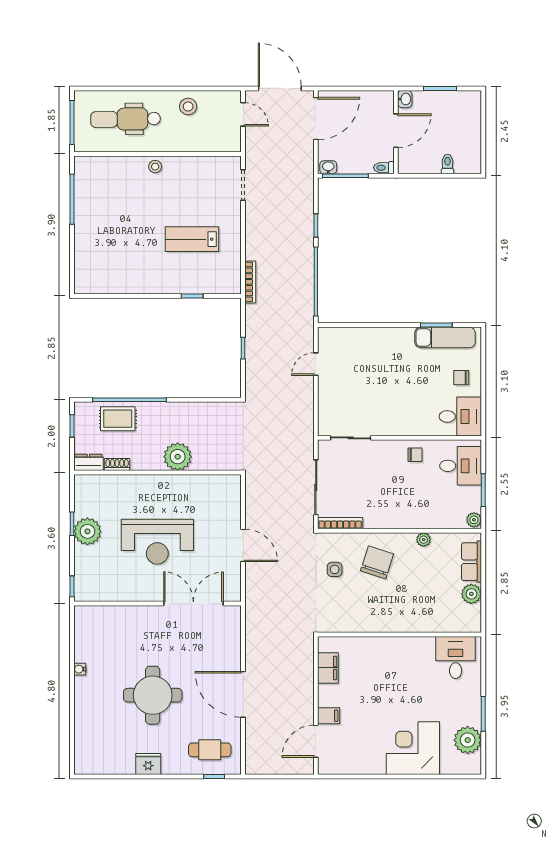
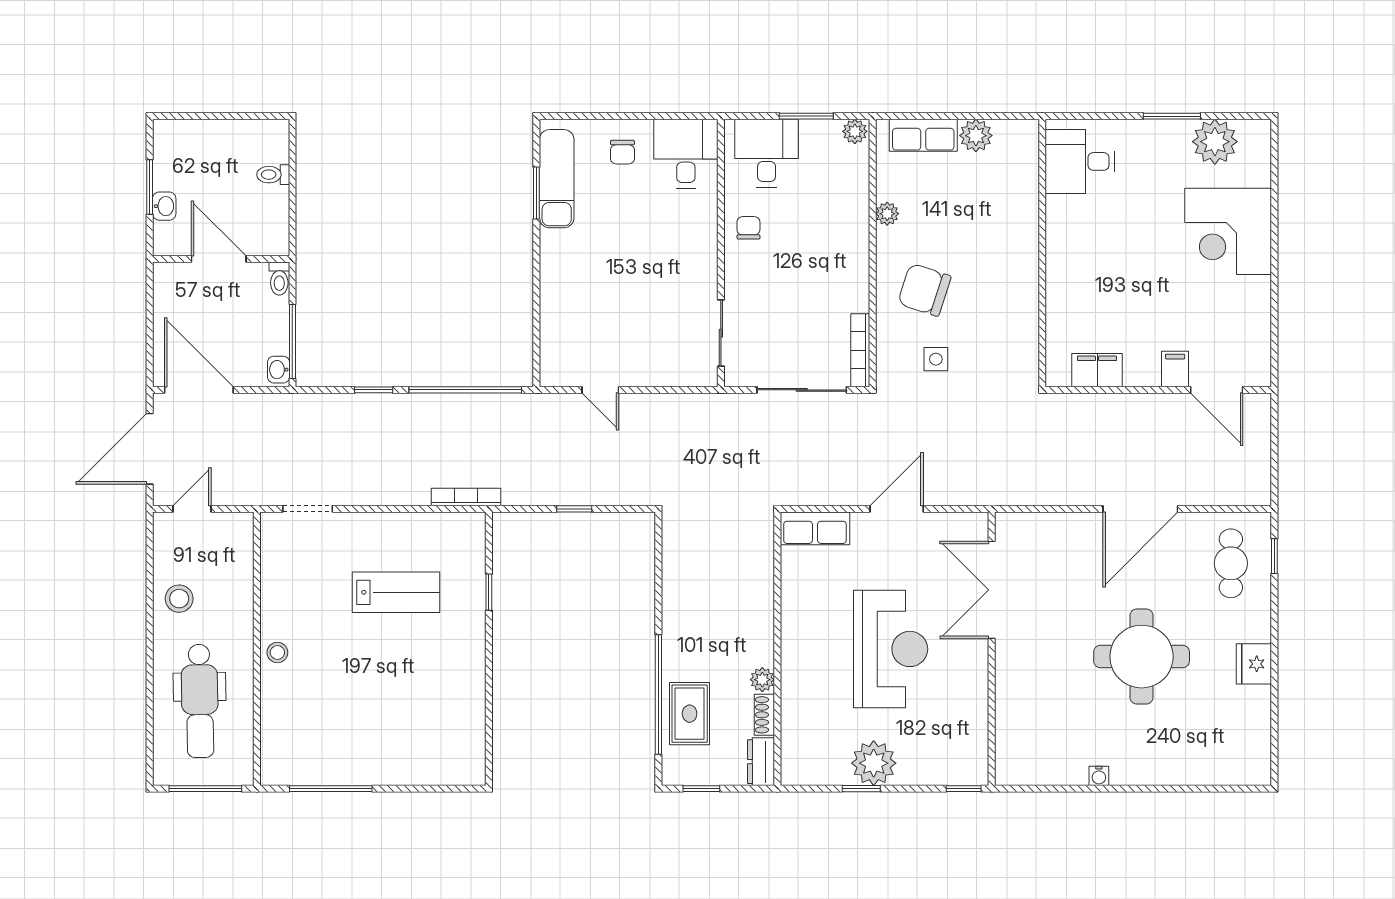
washbasin: (405, 99) -> (164, 206), moved, turned 90
lab bench: (192, 239) -> (396, 592), turned -90
plant: (178, 457) -> (762, 680), moved, width x0.53, depth x0.53
row of seats: (231, 495) -> (815, 528), added

